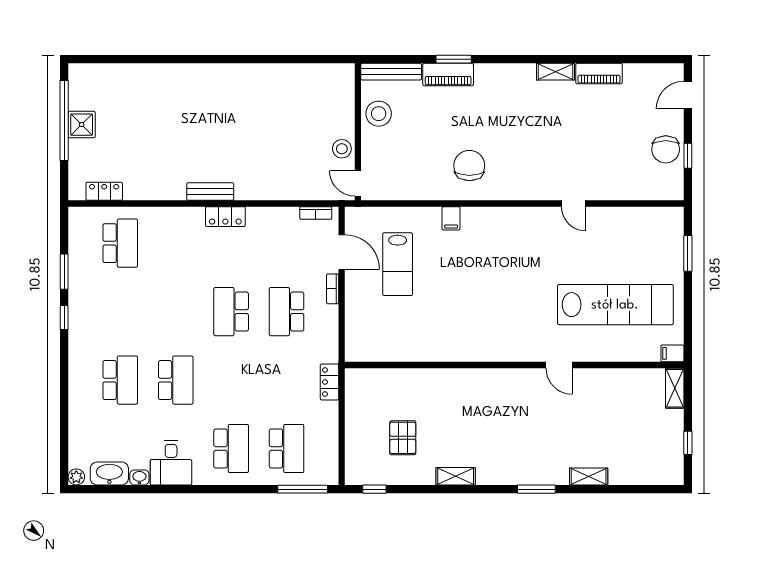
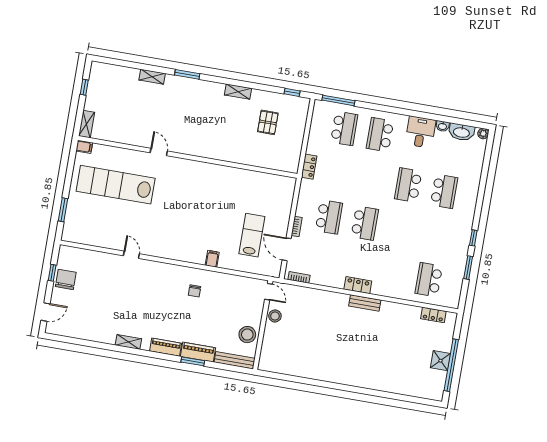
piano: (599, 74) -> (166, 347), moved
chair: (469, 166) -> (195, 291), width x0.54, depth x0.54
school desk: (120, 380) -> (444, 191), turned 180
school desk: (287, 449) -> (344, 128), turned 180

